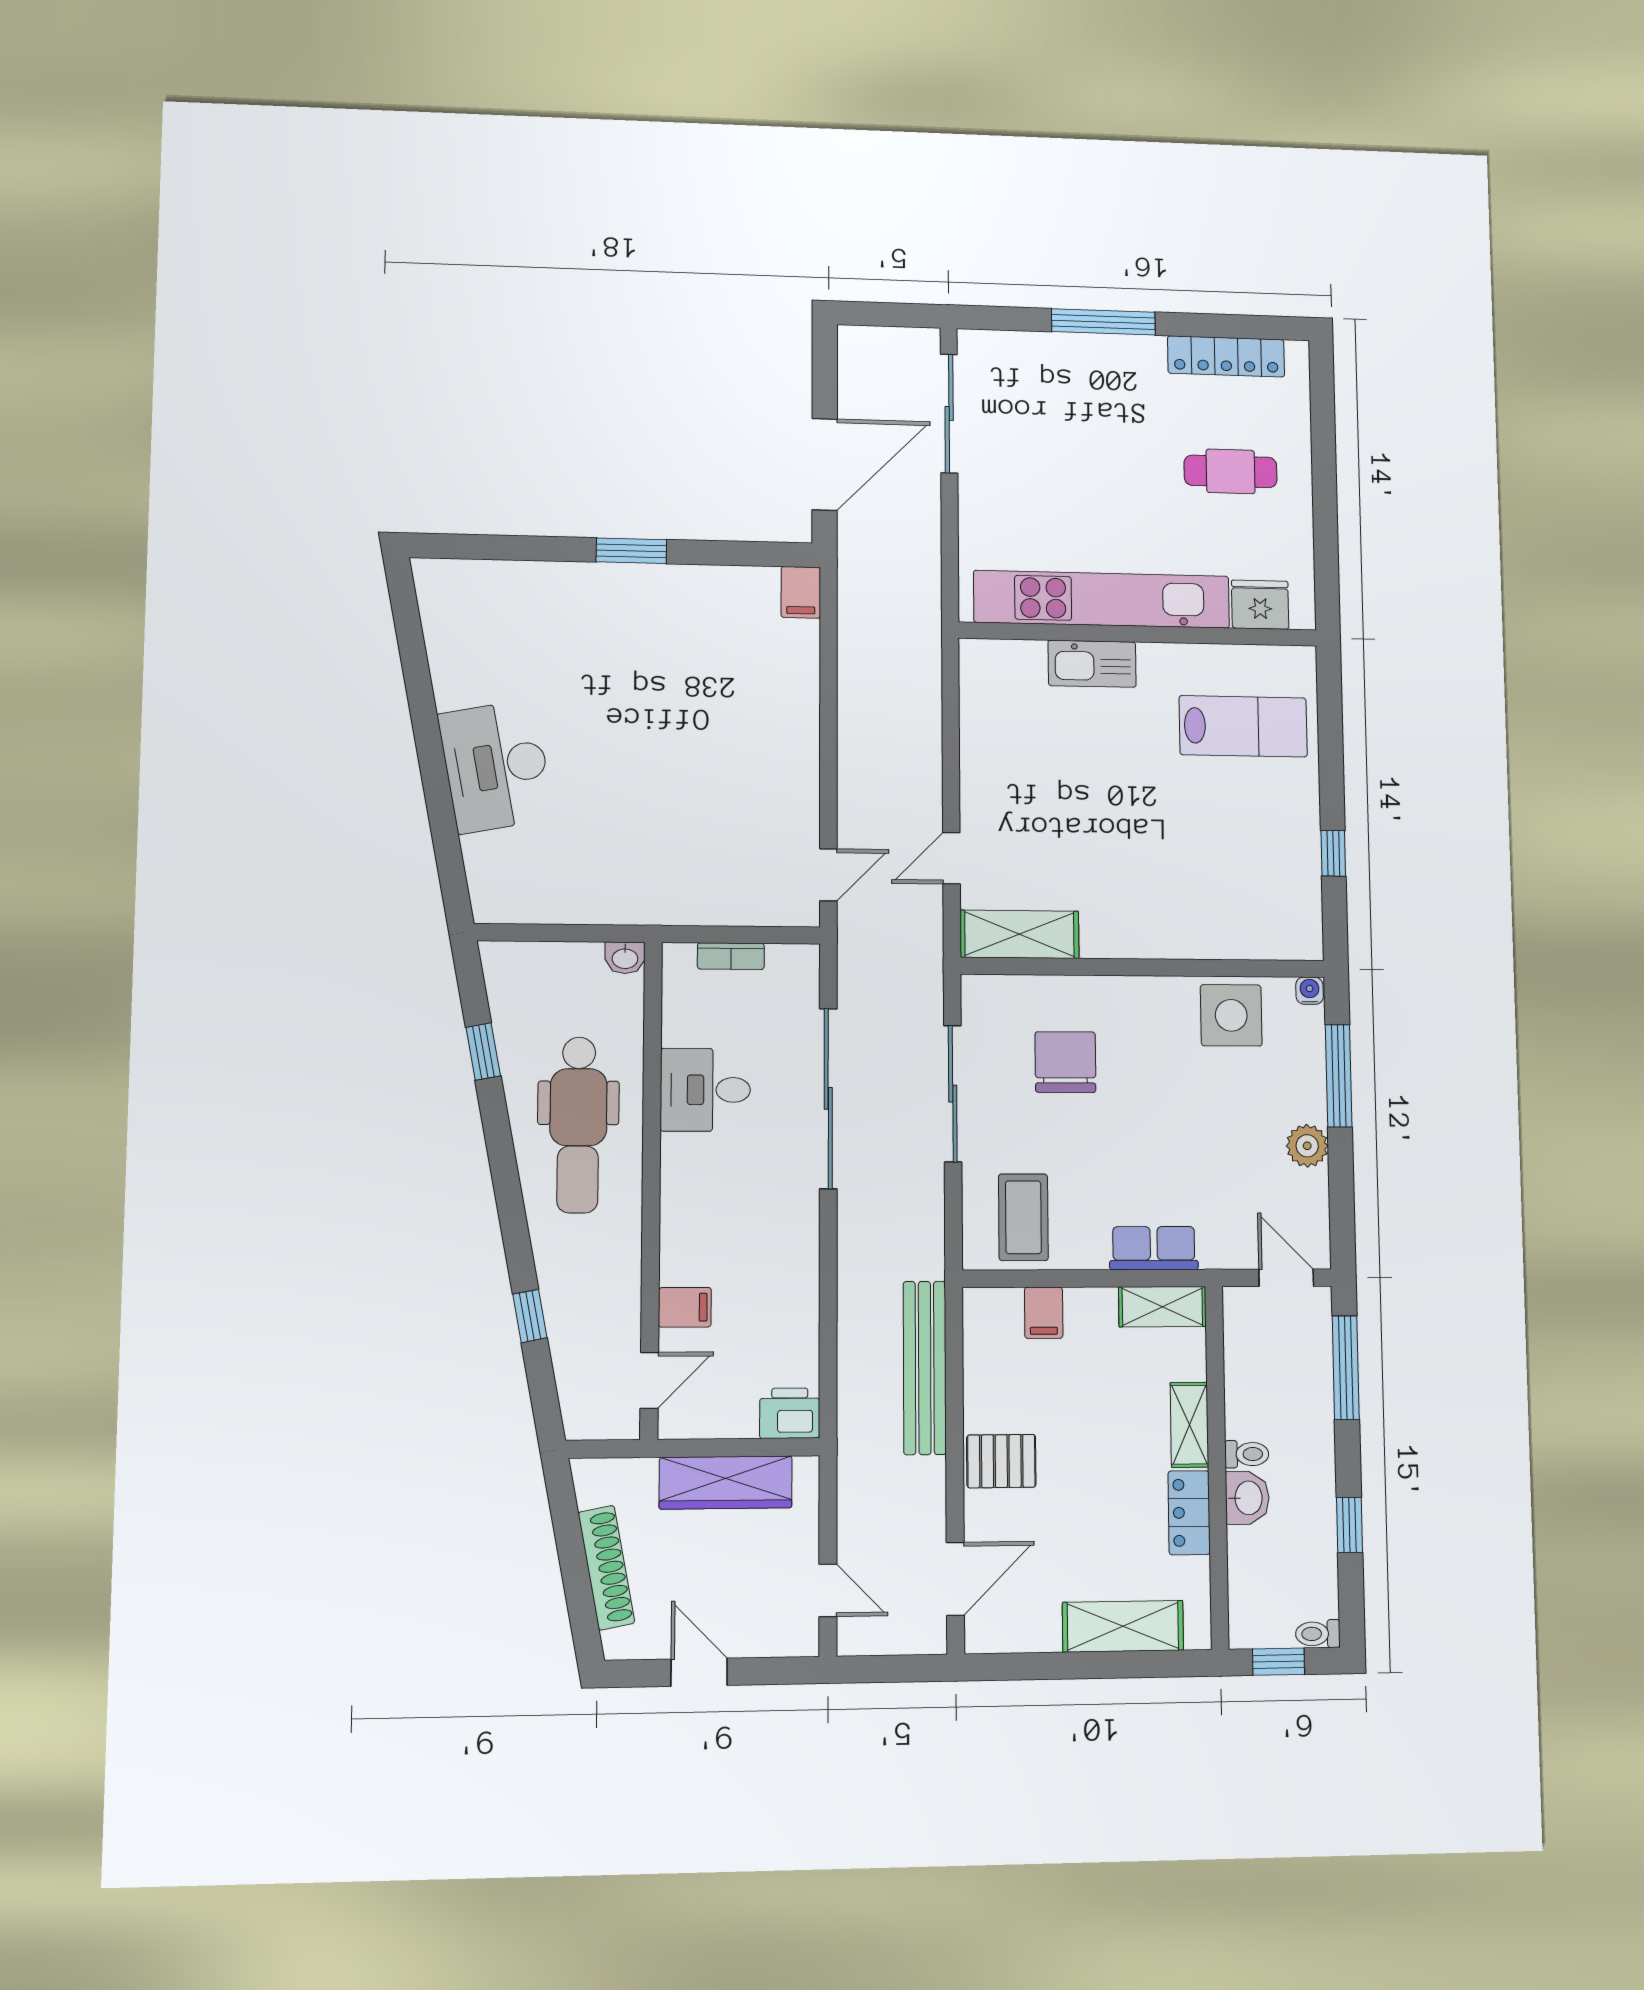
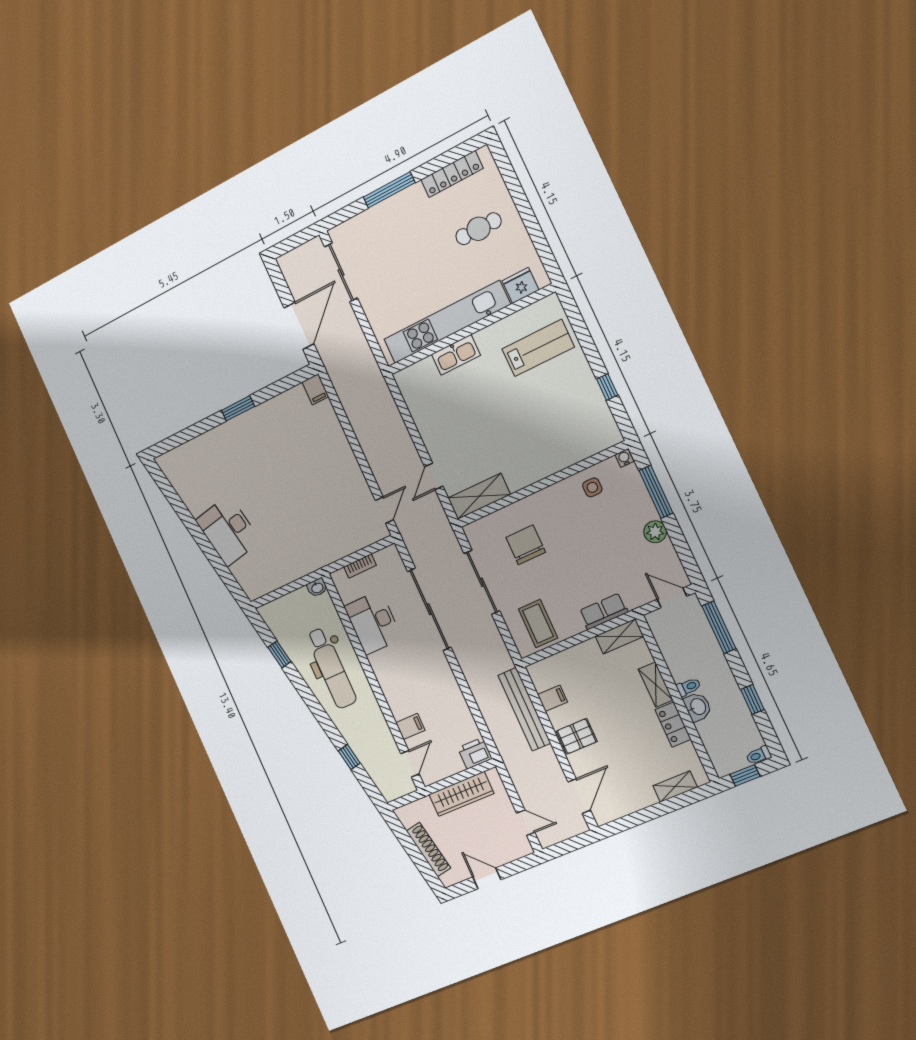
side table: (1231, 1015) -> (592, 487), width x0.54, depth x0.54
desk: (705, 1090) -> (373, 622), width x1.37
filing cabinet: (1044, 1313) -> (553, 698), moved, turned -90
shelving: (1123, 1626) -> (675, 787), width x0.67, depth x0.75

